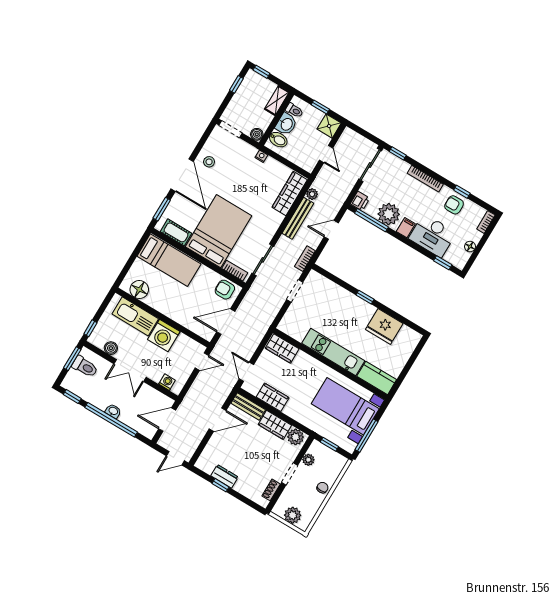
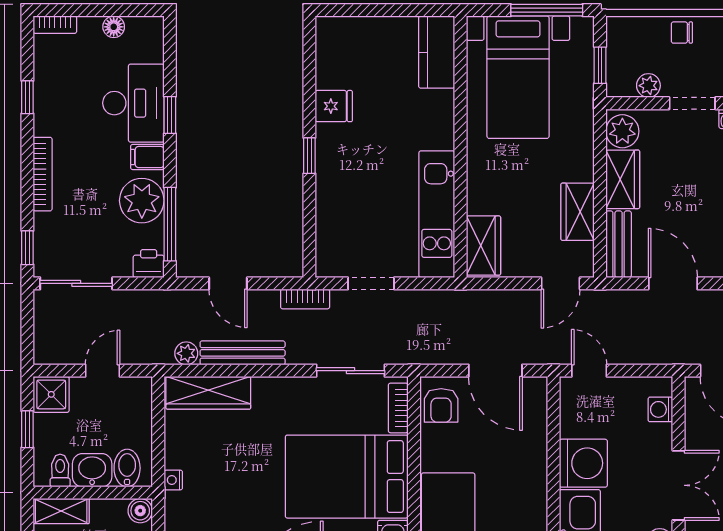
armchair: (454, 205) -> (58, 97), removed
window: (443, 263) -> (170, 115), moved
fridge: (384, 326) -> (334, 106), width x0.53, depth x0.75
kitchen unit: (333, 352) -> (437, 214), moved

